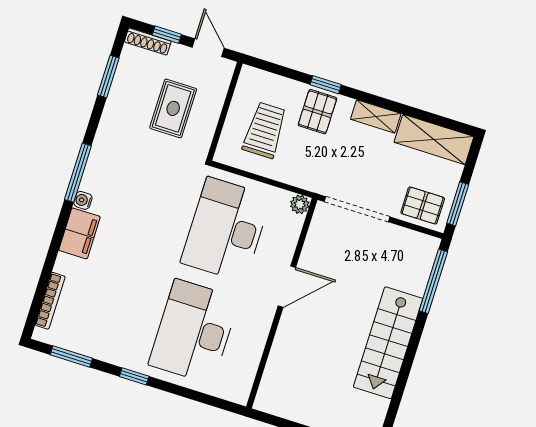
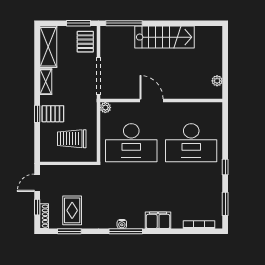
rug: (173, 108) -> (72, 210), moved, turned 90
water cooler: (83, 200) -> (122, 224), moved
plant: (285, 409) -> (217, 81), added

